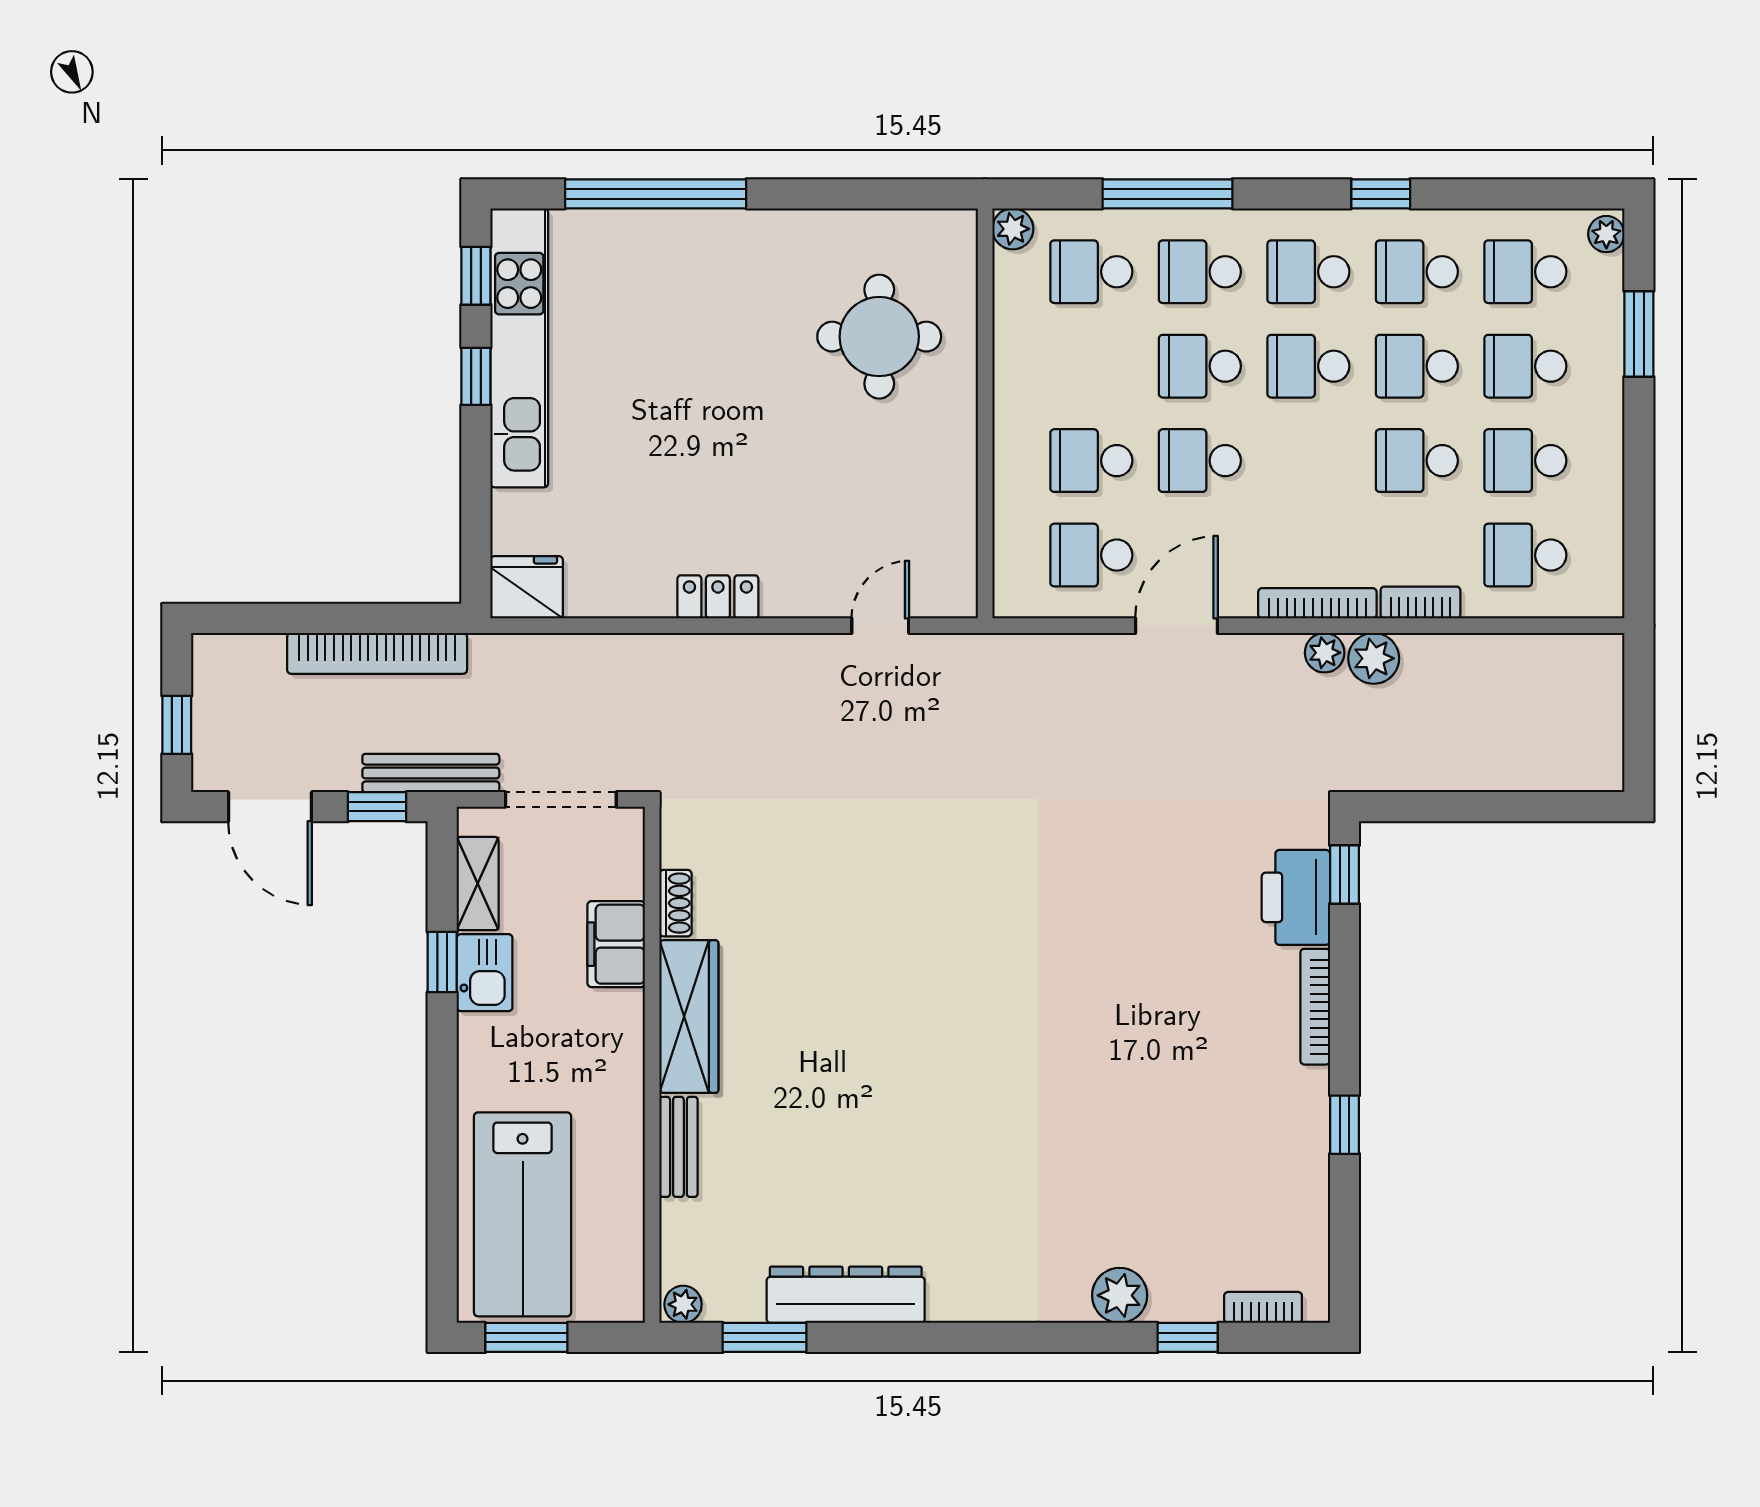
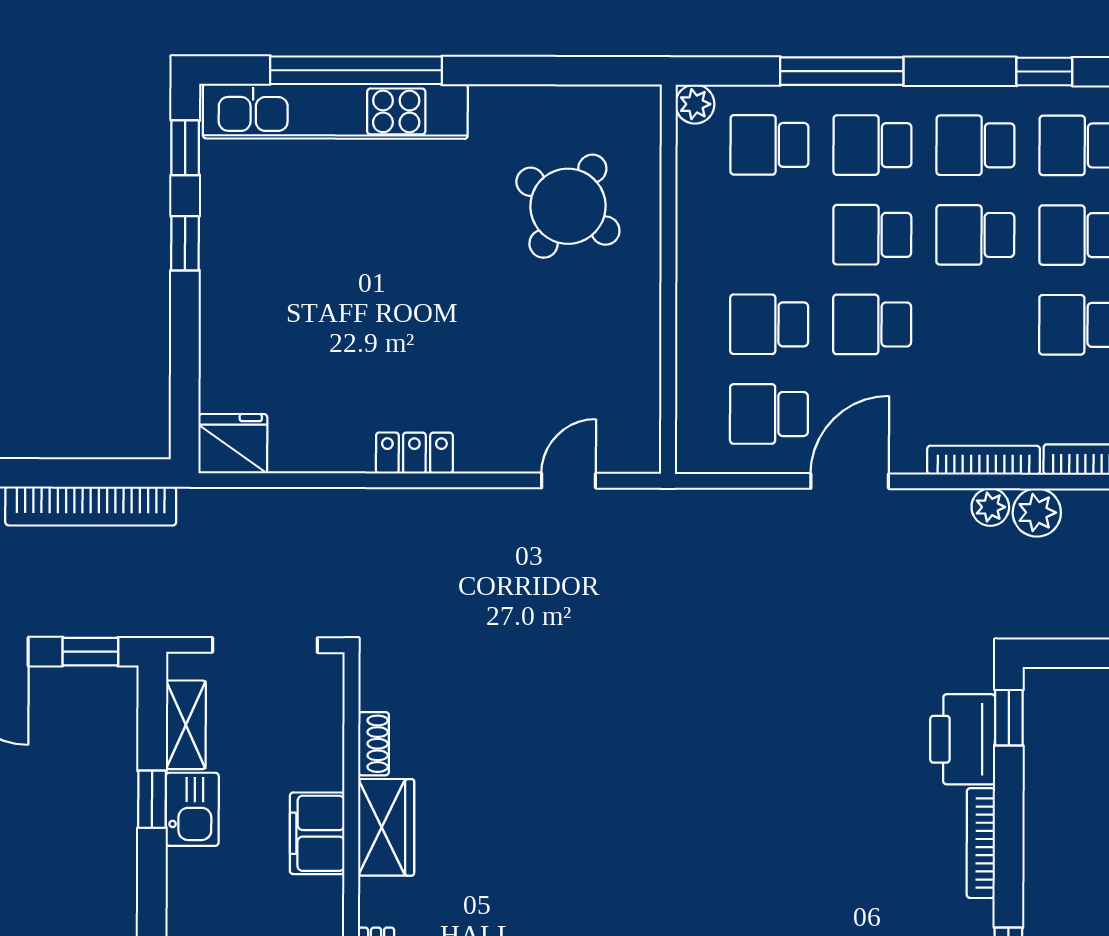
round table: (879, 337) -> (568, 206), turned 33
kitchen unit: (519, 348) -> (335, 111), moved, turned 90
bench: (431, 773) -> (142, 620), removed
filing cabinet: (616, 944) -> (317, 833), moved
wardrobe: (689, 1017) -> (386, 827), width x0.67

